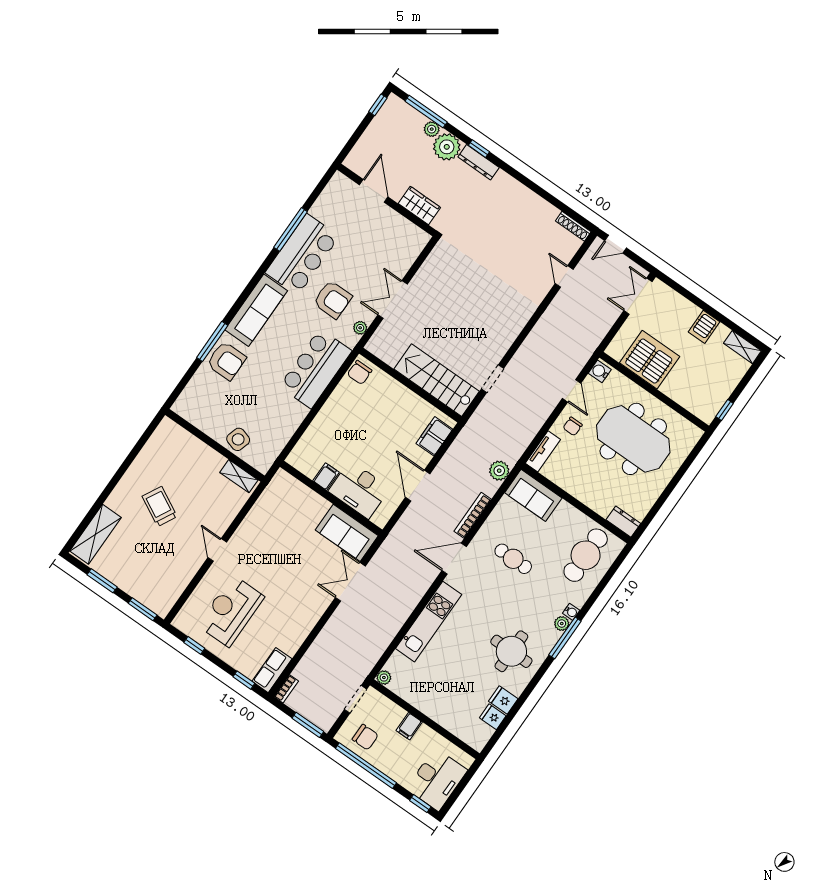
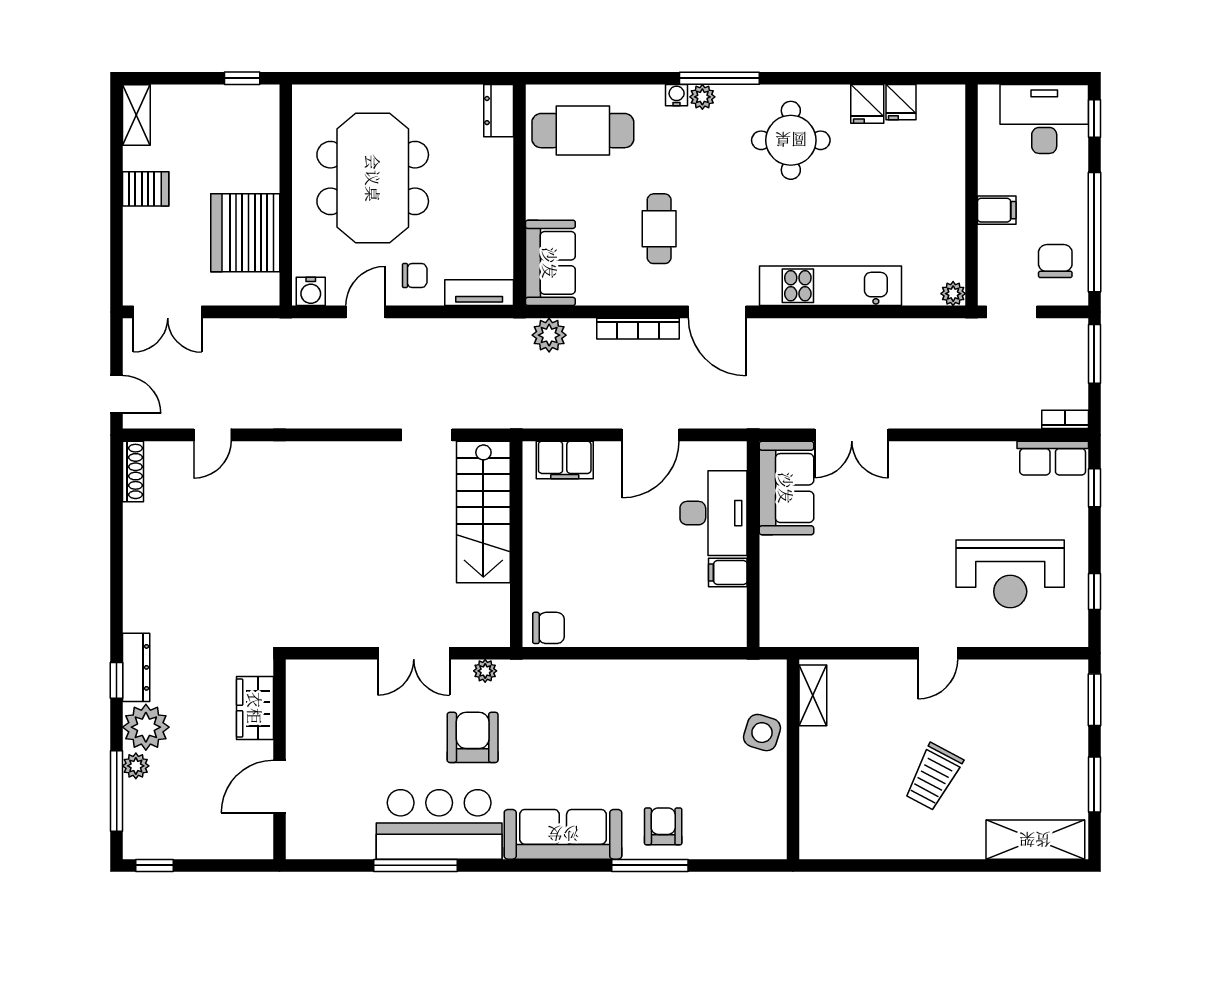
armchair: (226, 361) -> (663, 826), width x0.72, depth x0.72
bar counter: (315, 369) -> (587, 693), removed

